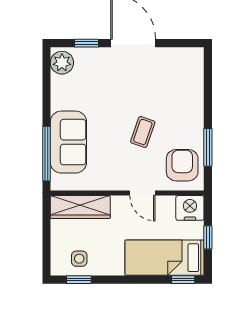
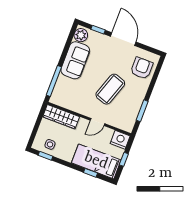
coffee table: (143, 132) -> (110, 89), width x1.86, depth x1.72
sofa: (68, 142) -> (75, 60), moved
armchair: (182, 165) -> (142, 68), moved
door: (142, 193) -> (98, 122), hinge flipped
window: (183, 280) -> (90, 173), moved

